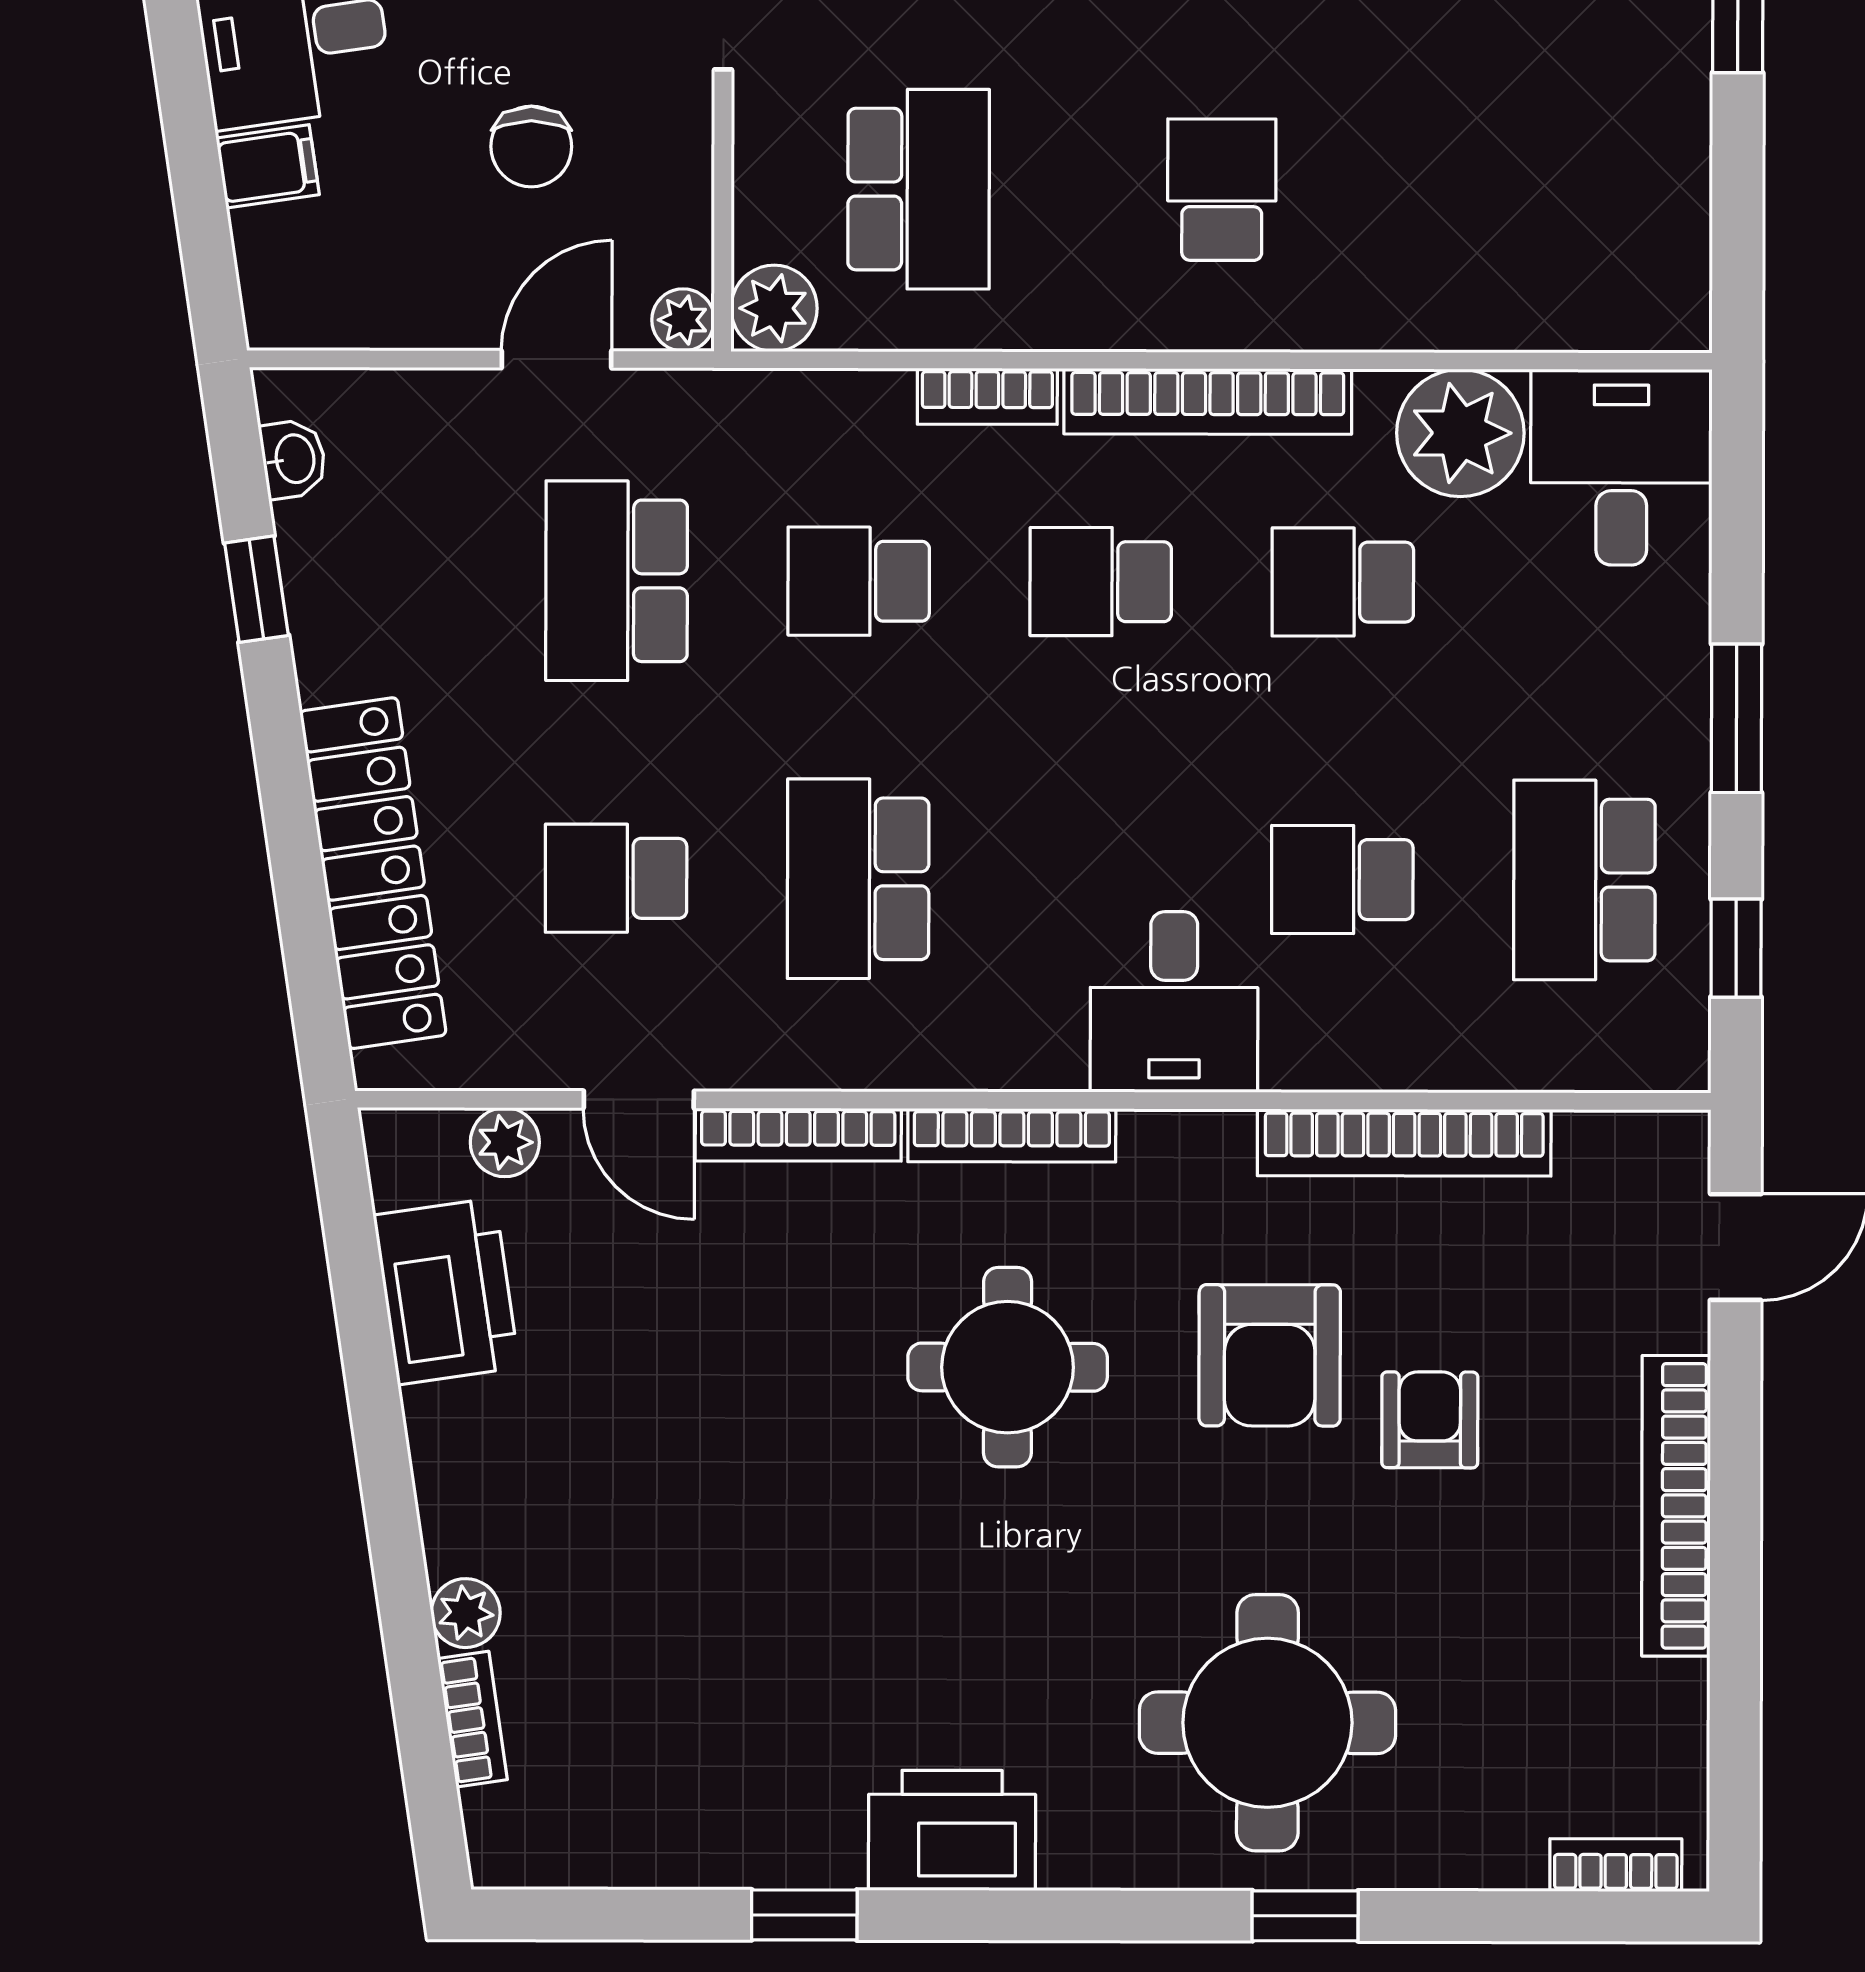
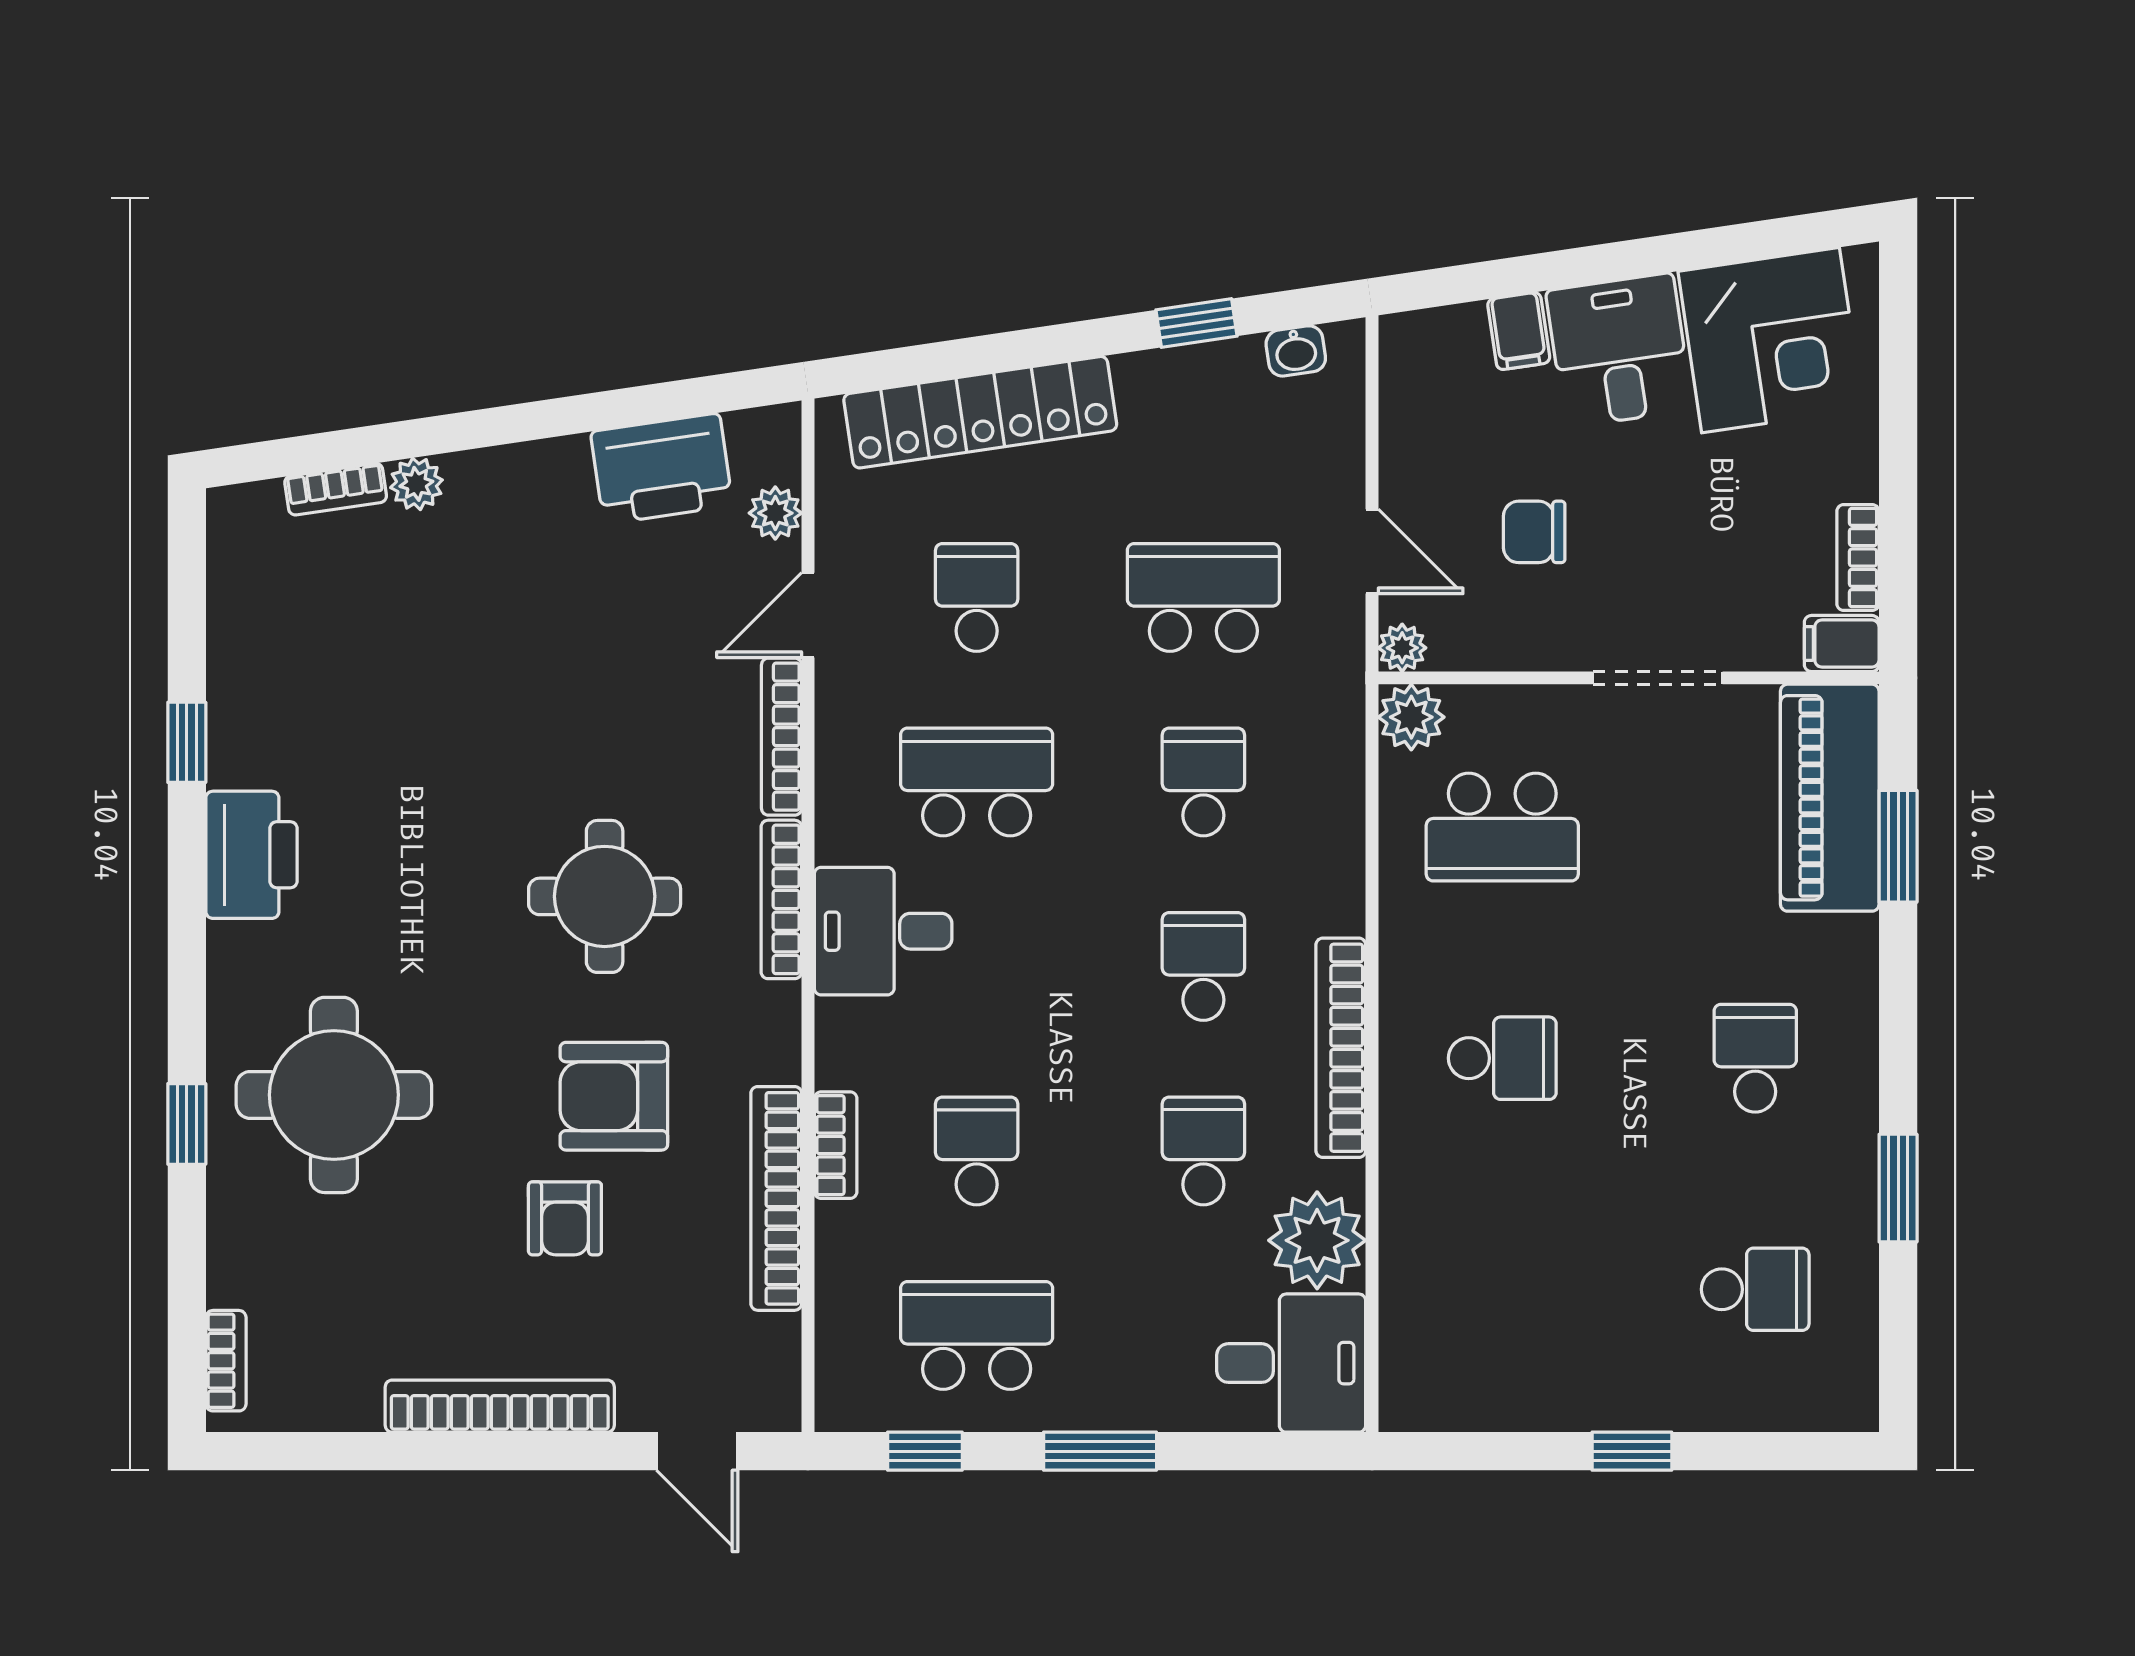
bookcase: (987, 396) -> (836, 1145), moved, turned 180
desk: (1174, 1002) -> (883, 931), moved
armchair: (1430, 1420) -> (565, 1218), turned 90

